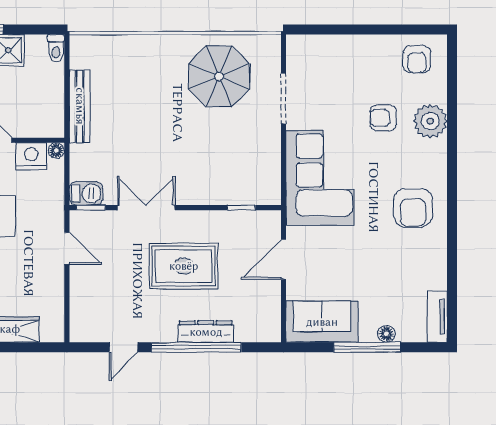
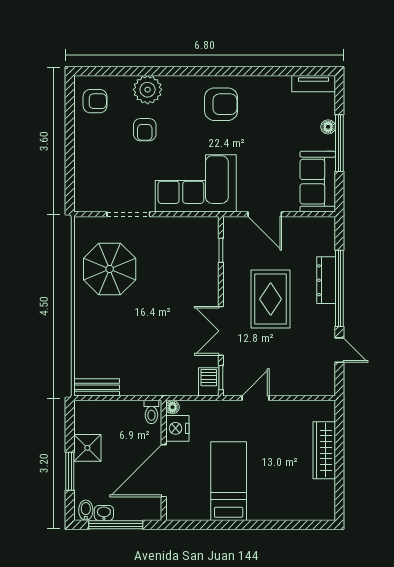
toilet: (56, 48) -> (151, 412), moved, turned 90
bench: (80, 106) -> (97, 387), moved, width x0.73

